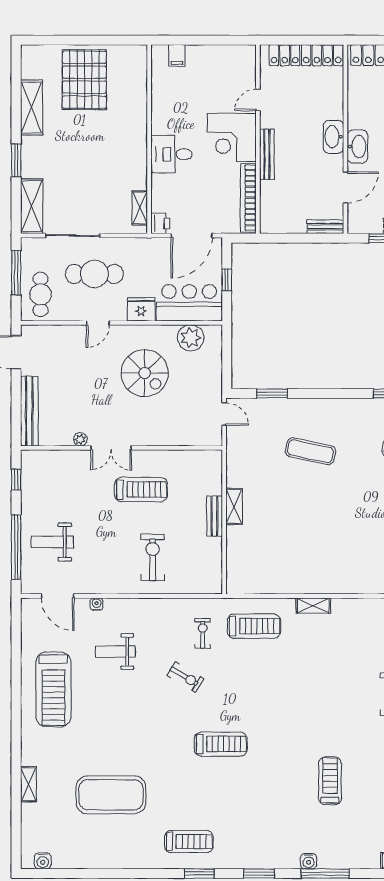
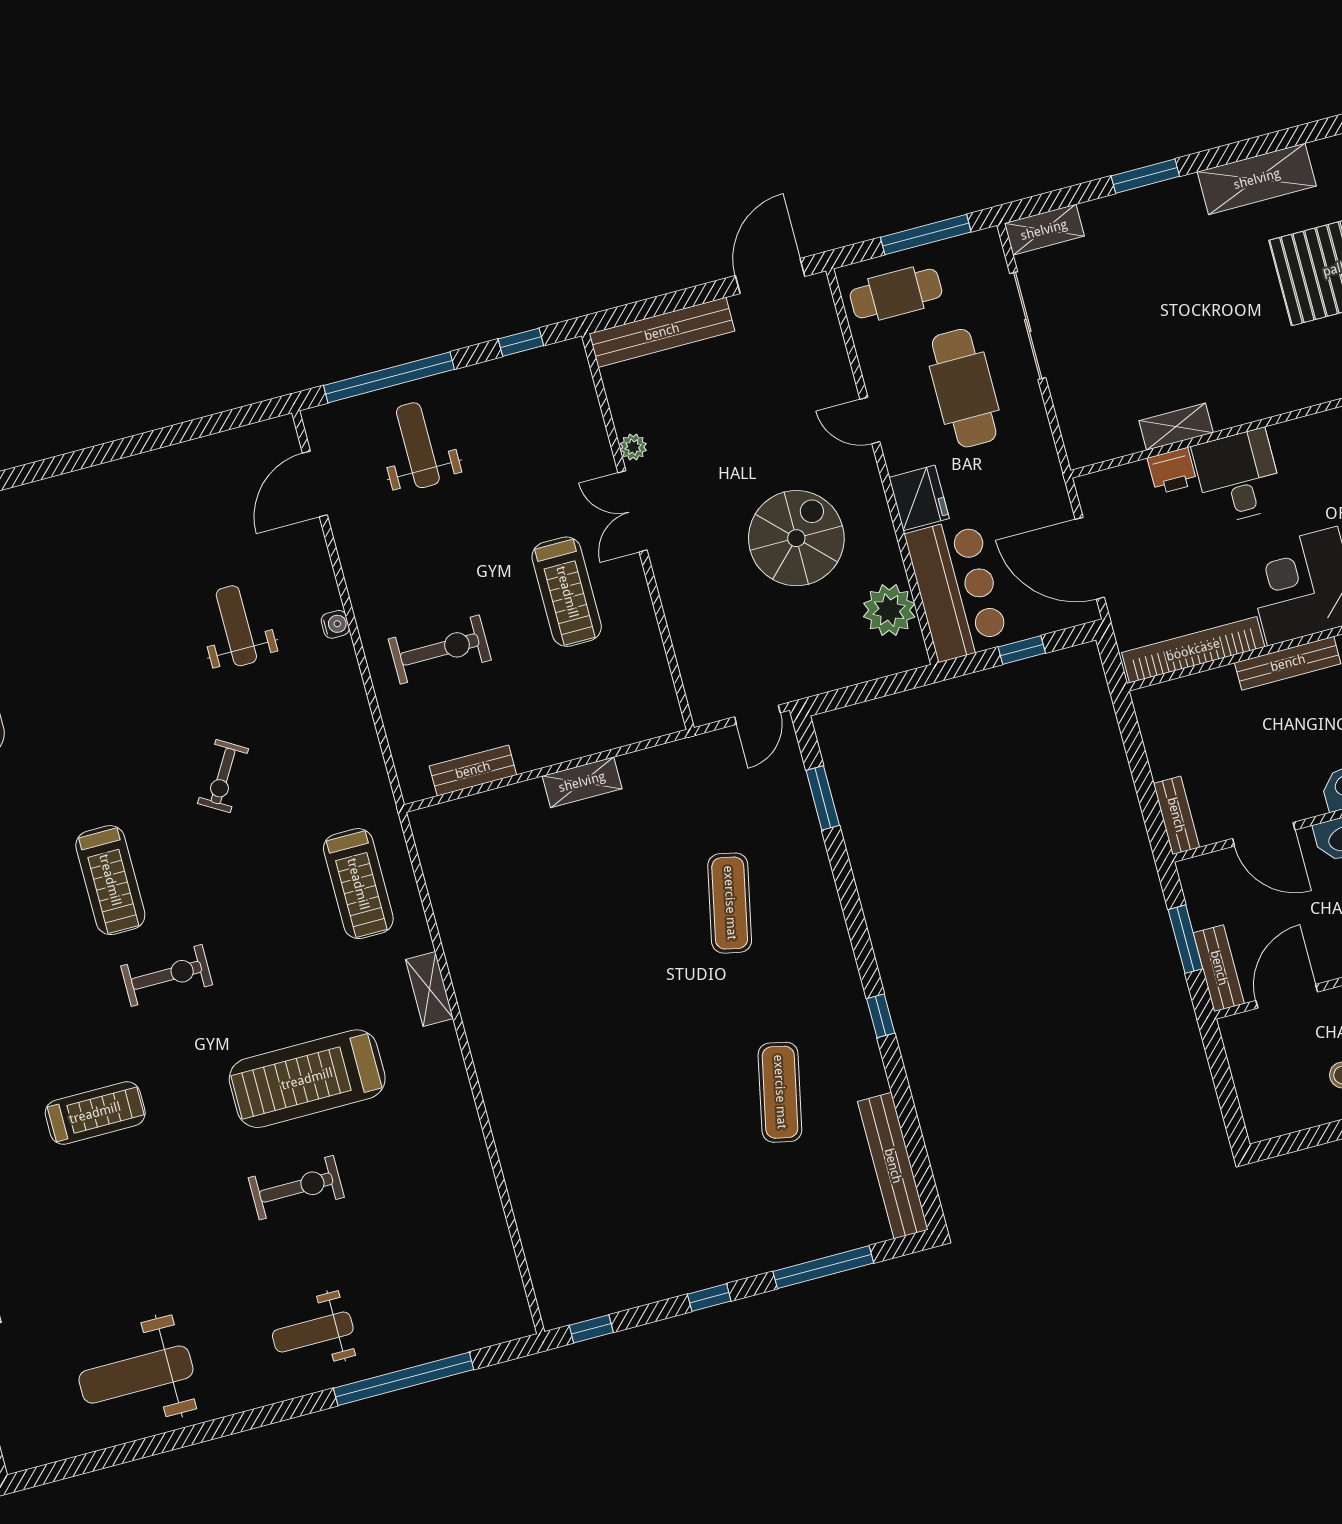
shelving: (32, 206) -> (1044, 230), width x0.67, depth x0.75
shelving: (140, 208) -> (1176, 427), moved
printer: (160, 223) -> (1172, 471), moved
spiral stairs: (145, 373) -> (796, 538), turned 180
bench: (215, 516) -> (473, 770), moved
water cooler: (97, 604) -> (335, 624), moved
exercise bike: (203, 633) -> (167, 975), moved, width x1.38, depth x1.39
treadmill: (53, 689) -> (307, 1079), moved

